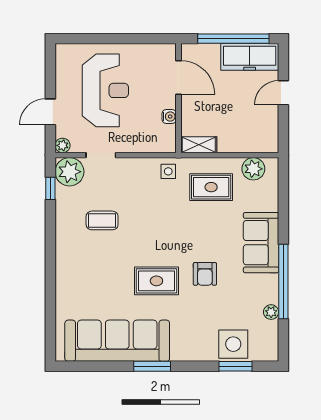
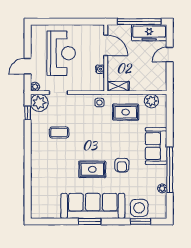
sofa: (117, 341) -> (93, 206), moved

